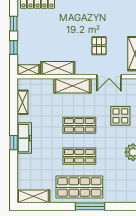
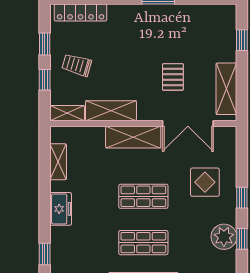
trolley: (35, 38) -> (77, 65), added
double door: (109, 77) -> (188, 123), width x1.37
freezer: (24, 138) -> (61, 209), width x0.71
window: (14, 143) -> (45, 254), moved

